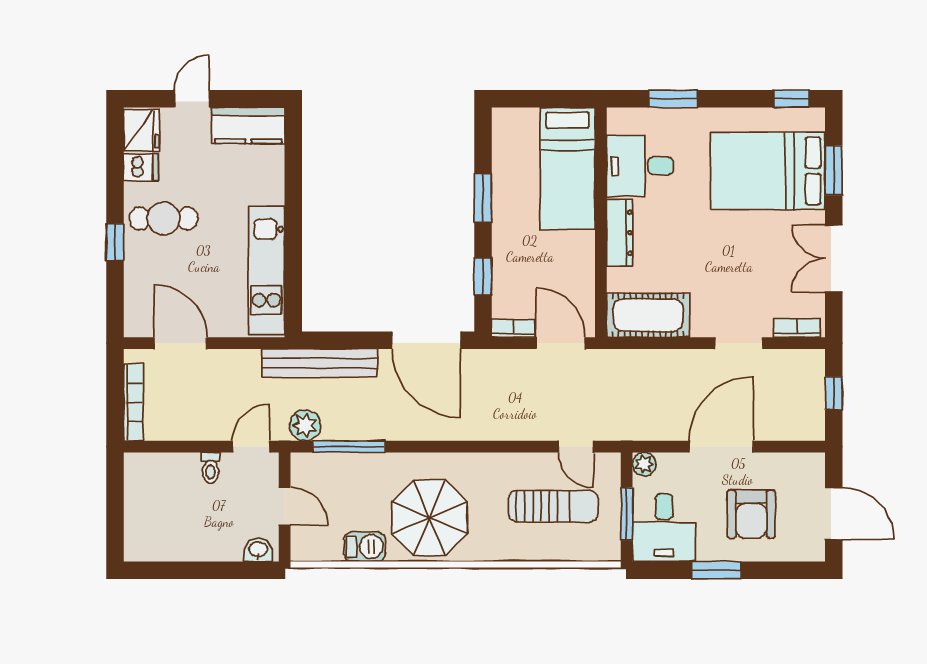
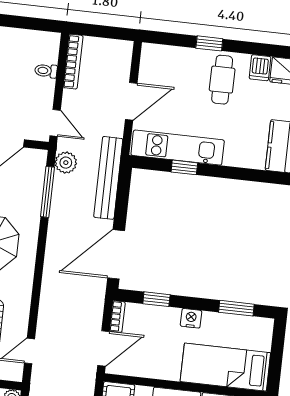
window: (483, 198) -> (236, 308), moved
nightstand: (504, 225) -> (191, 318), added
window: (293, 258) -> (184, 167), added
door: (180, 343) -> (131, 101), moved
bookcase: (133, 402) -> (73, 62), moved, turned -90
toilet: (211, 468) -> (46, 71), moved

